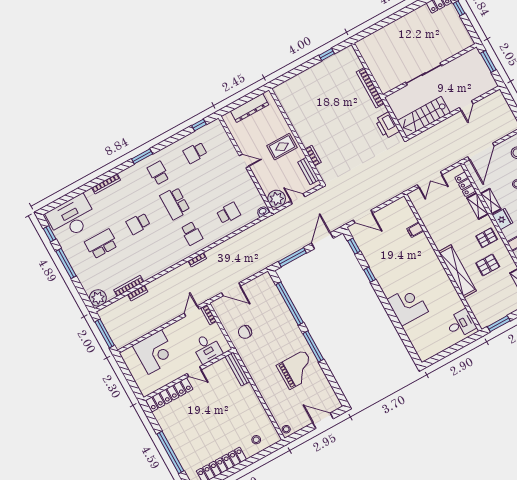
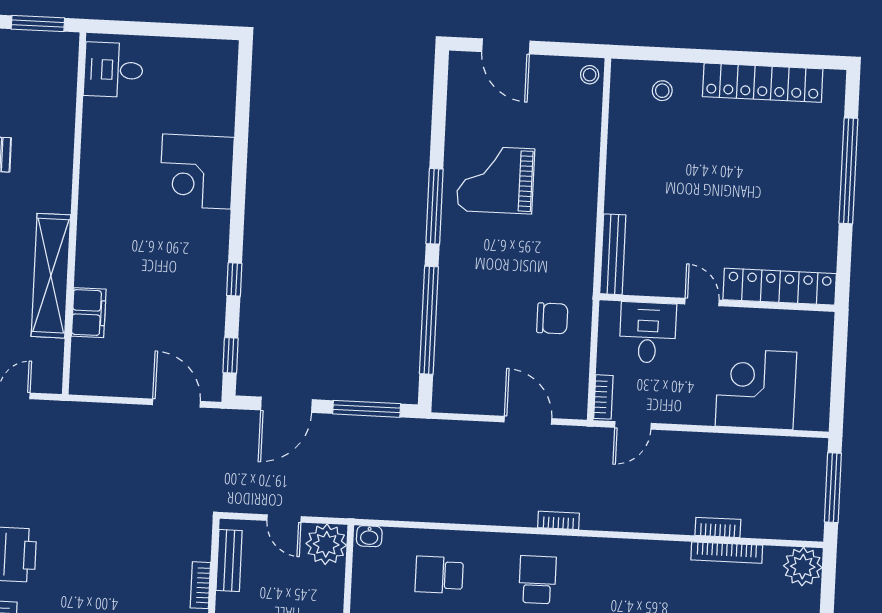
filing cabinet: (415, 230) -> (89, 313), width x2.00
shelving: (457, 271) -> (51, 276), moved

